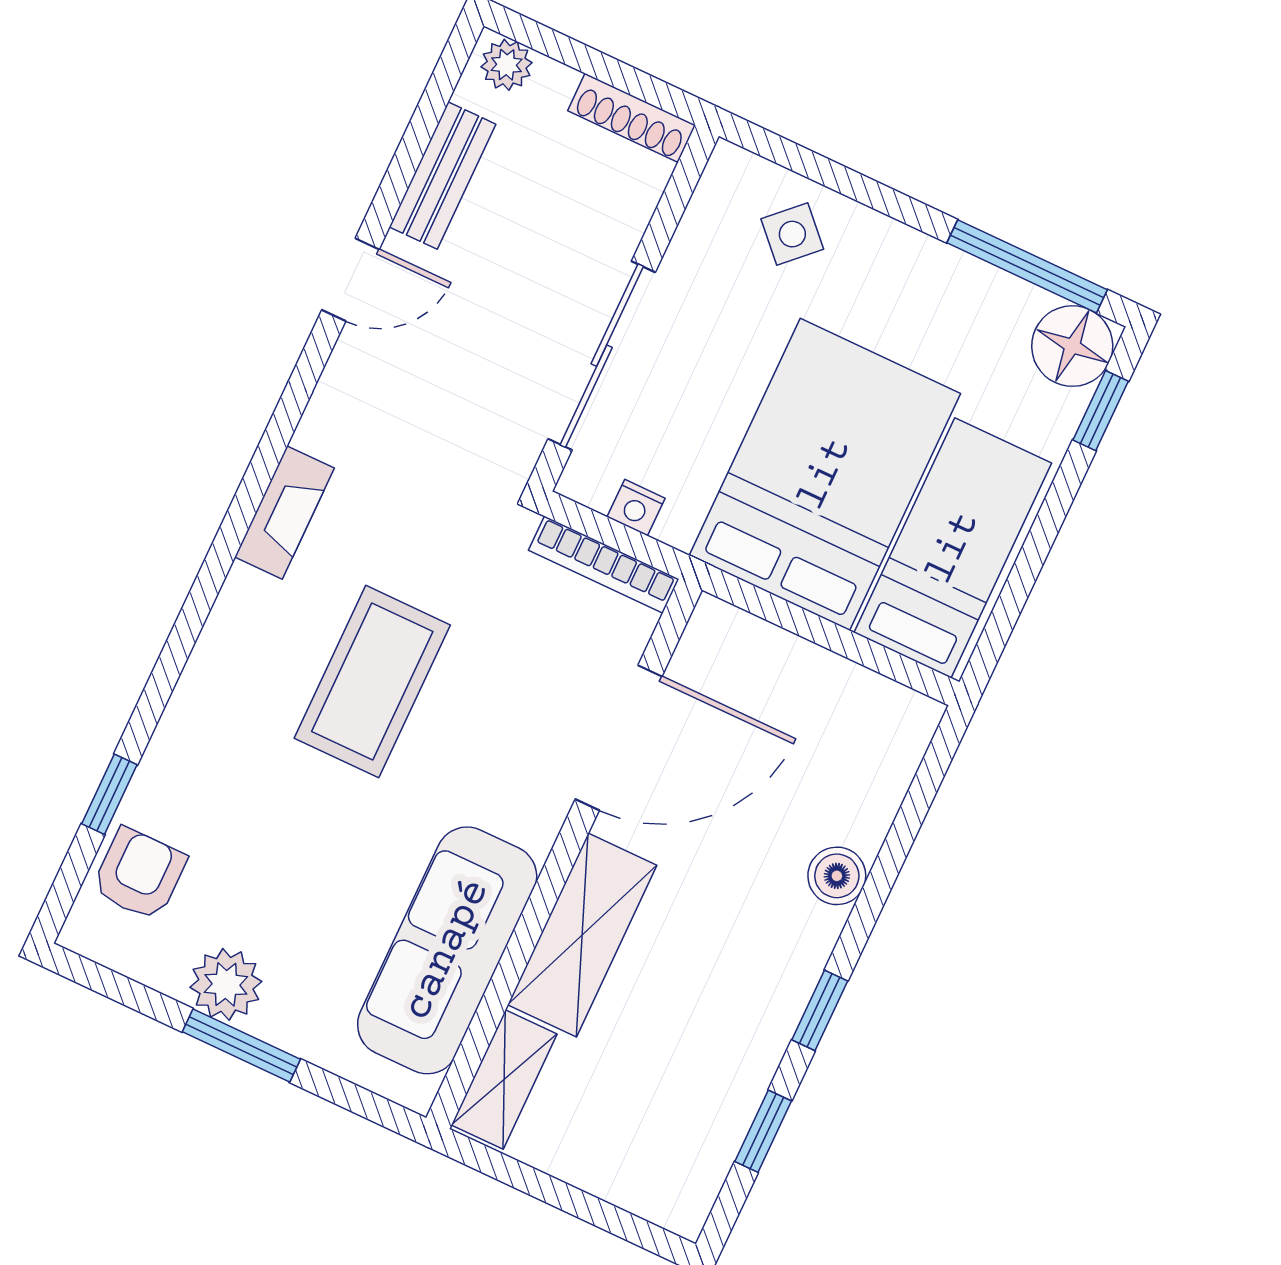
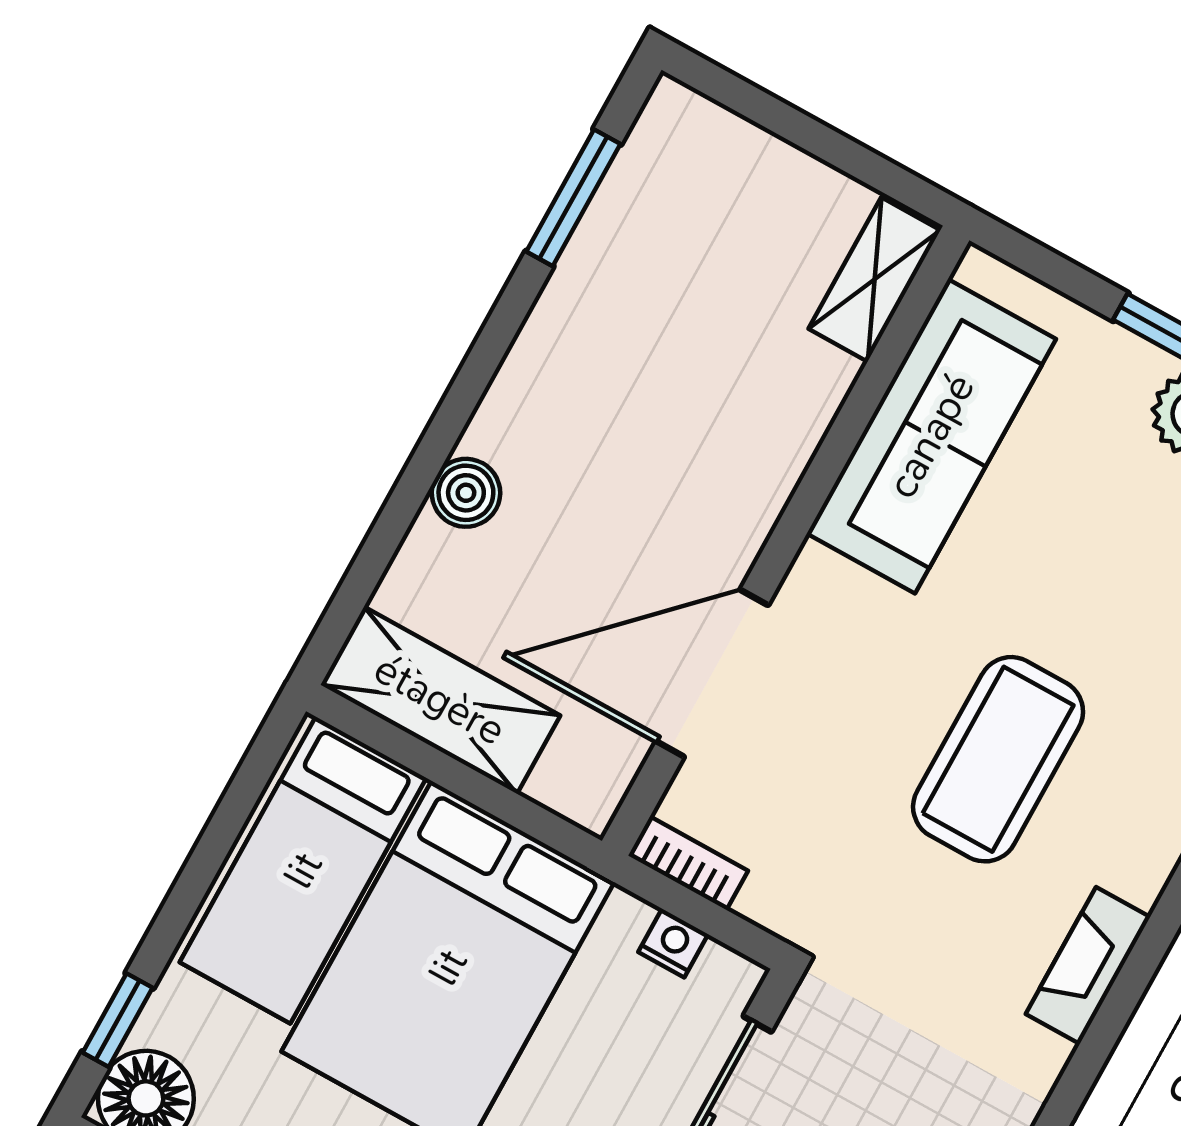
bookcase: (604, 565) -> (688, 863), width x0.64
shelving: (582, 935) -> (440, 700), moved, turned 90
window: (820, 1010) -> (497, 336), removed
window: (763, 1131) -> (573, 198), width x1.50

